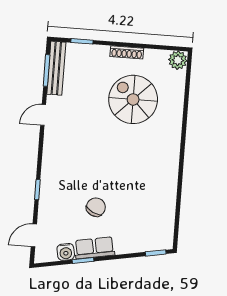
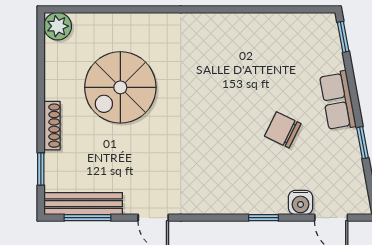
shoe rack: (127, 52) -> (52, 126), moved
row of seats: (95, 248) -> (338, 101), moved
water cooler: (66, 252) -> (300, 202), moved, turned 100

